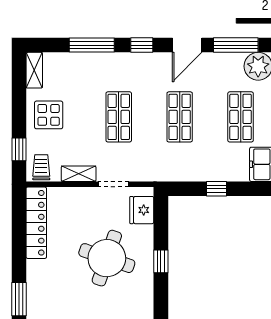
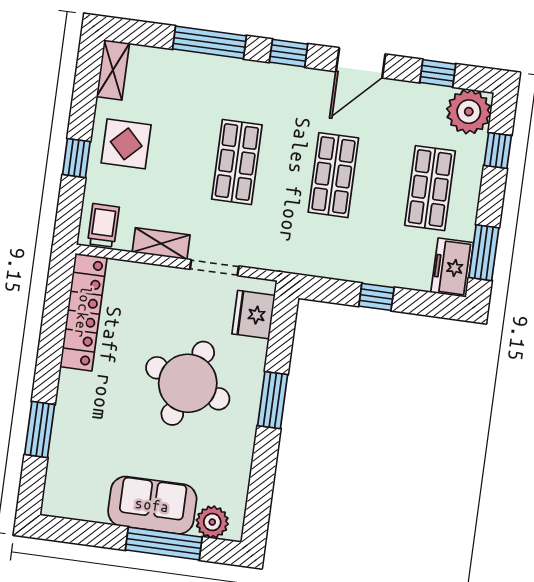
window: (236, 45) -> (438, 73), width x0.46
window: (19, 149) -> (76, 158), moved
window: (161, 261) -> (273, 400), width x1.50

